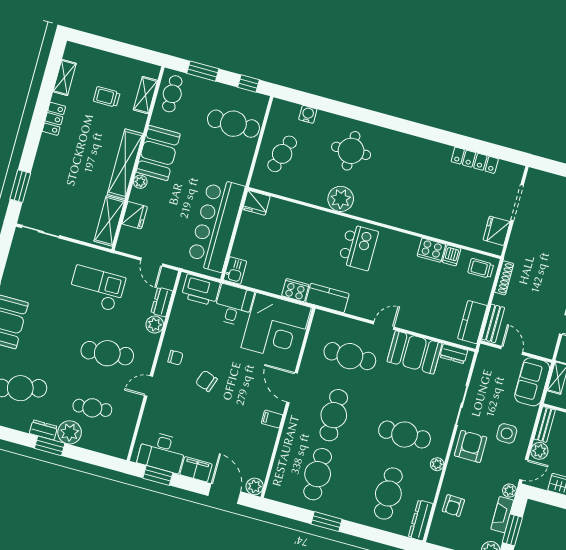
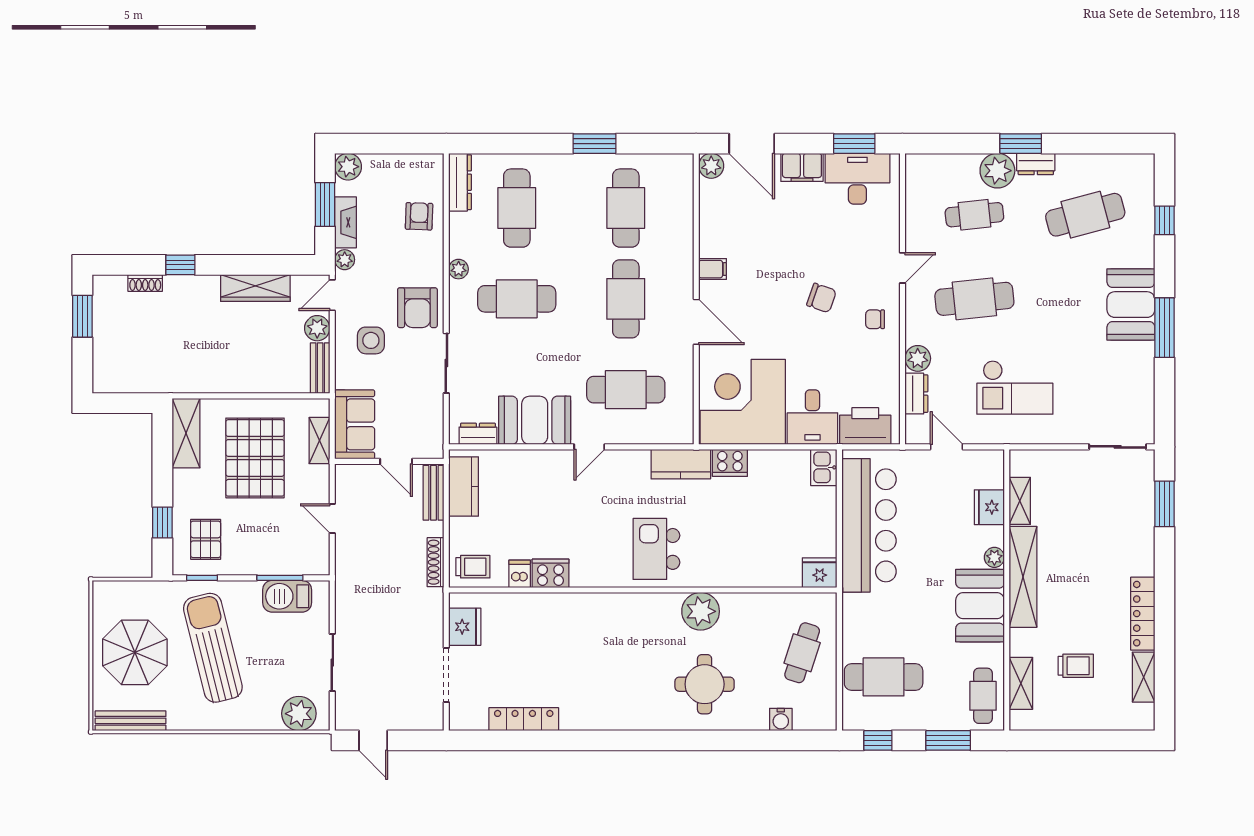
locker: (54, 119) -> (1143, 614), width x1.53
shelving: (109, 221) -> (1020, 501), width x0.67, depth x0.75

